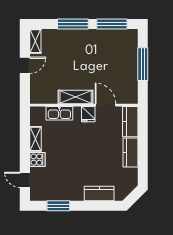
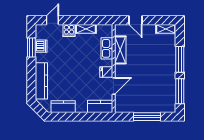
door: (25, 65) -> (136, 20), moved
shelving: (76, 97) -> (120, 50), moved
kitchen counter: (131, 152) -> (63, 107), moved
kitchen counter: (99, 193) -> (41, 81), width x1.50
dishwasher: (57, 194) -> (41, 46), added

